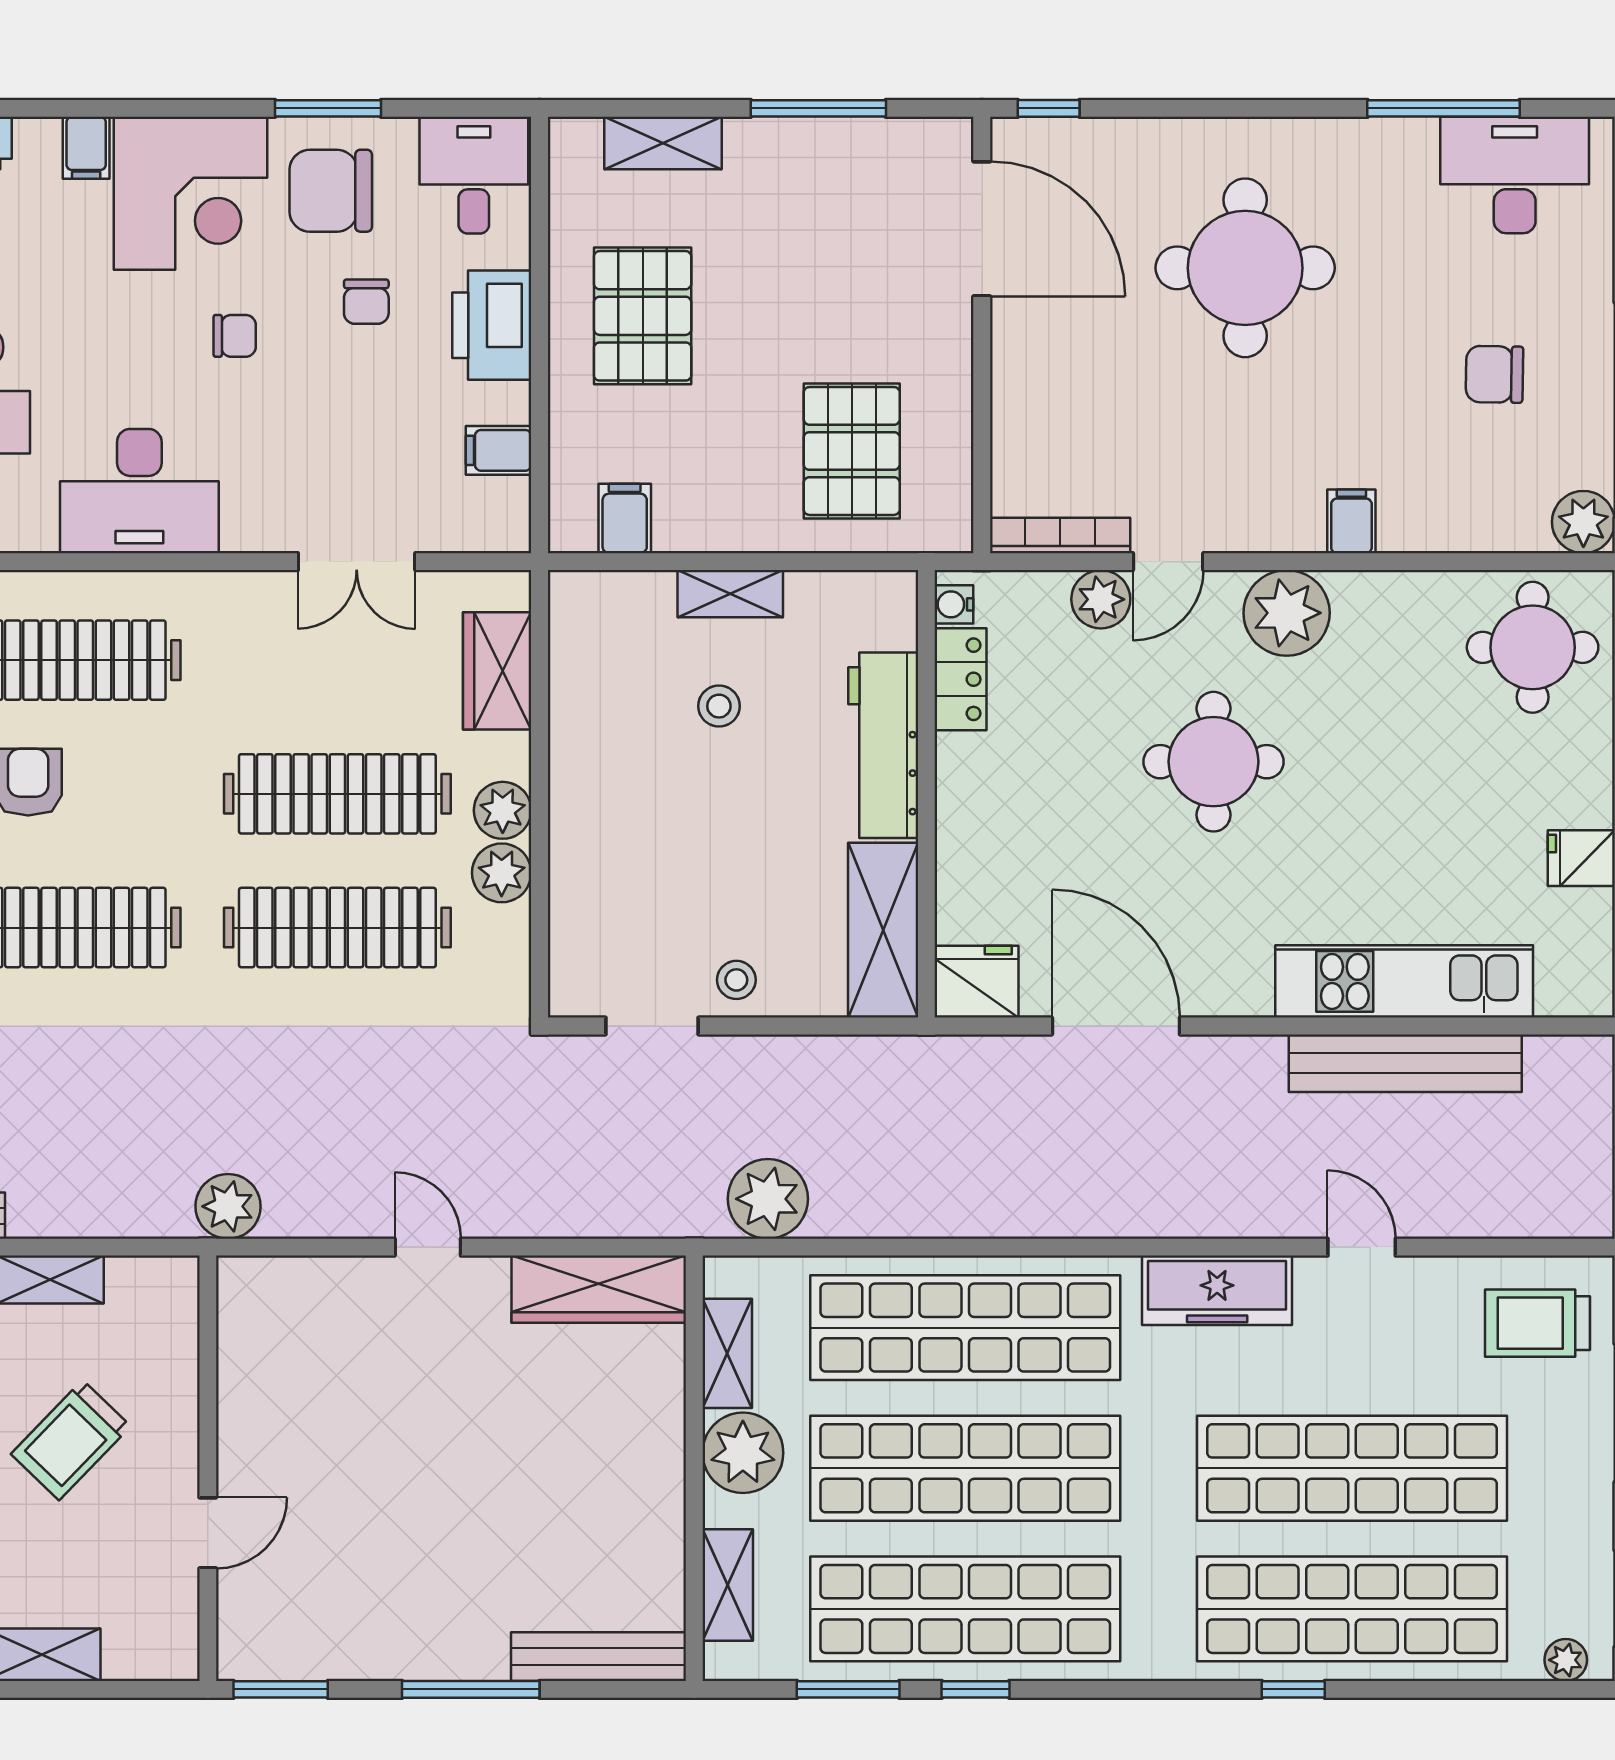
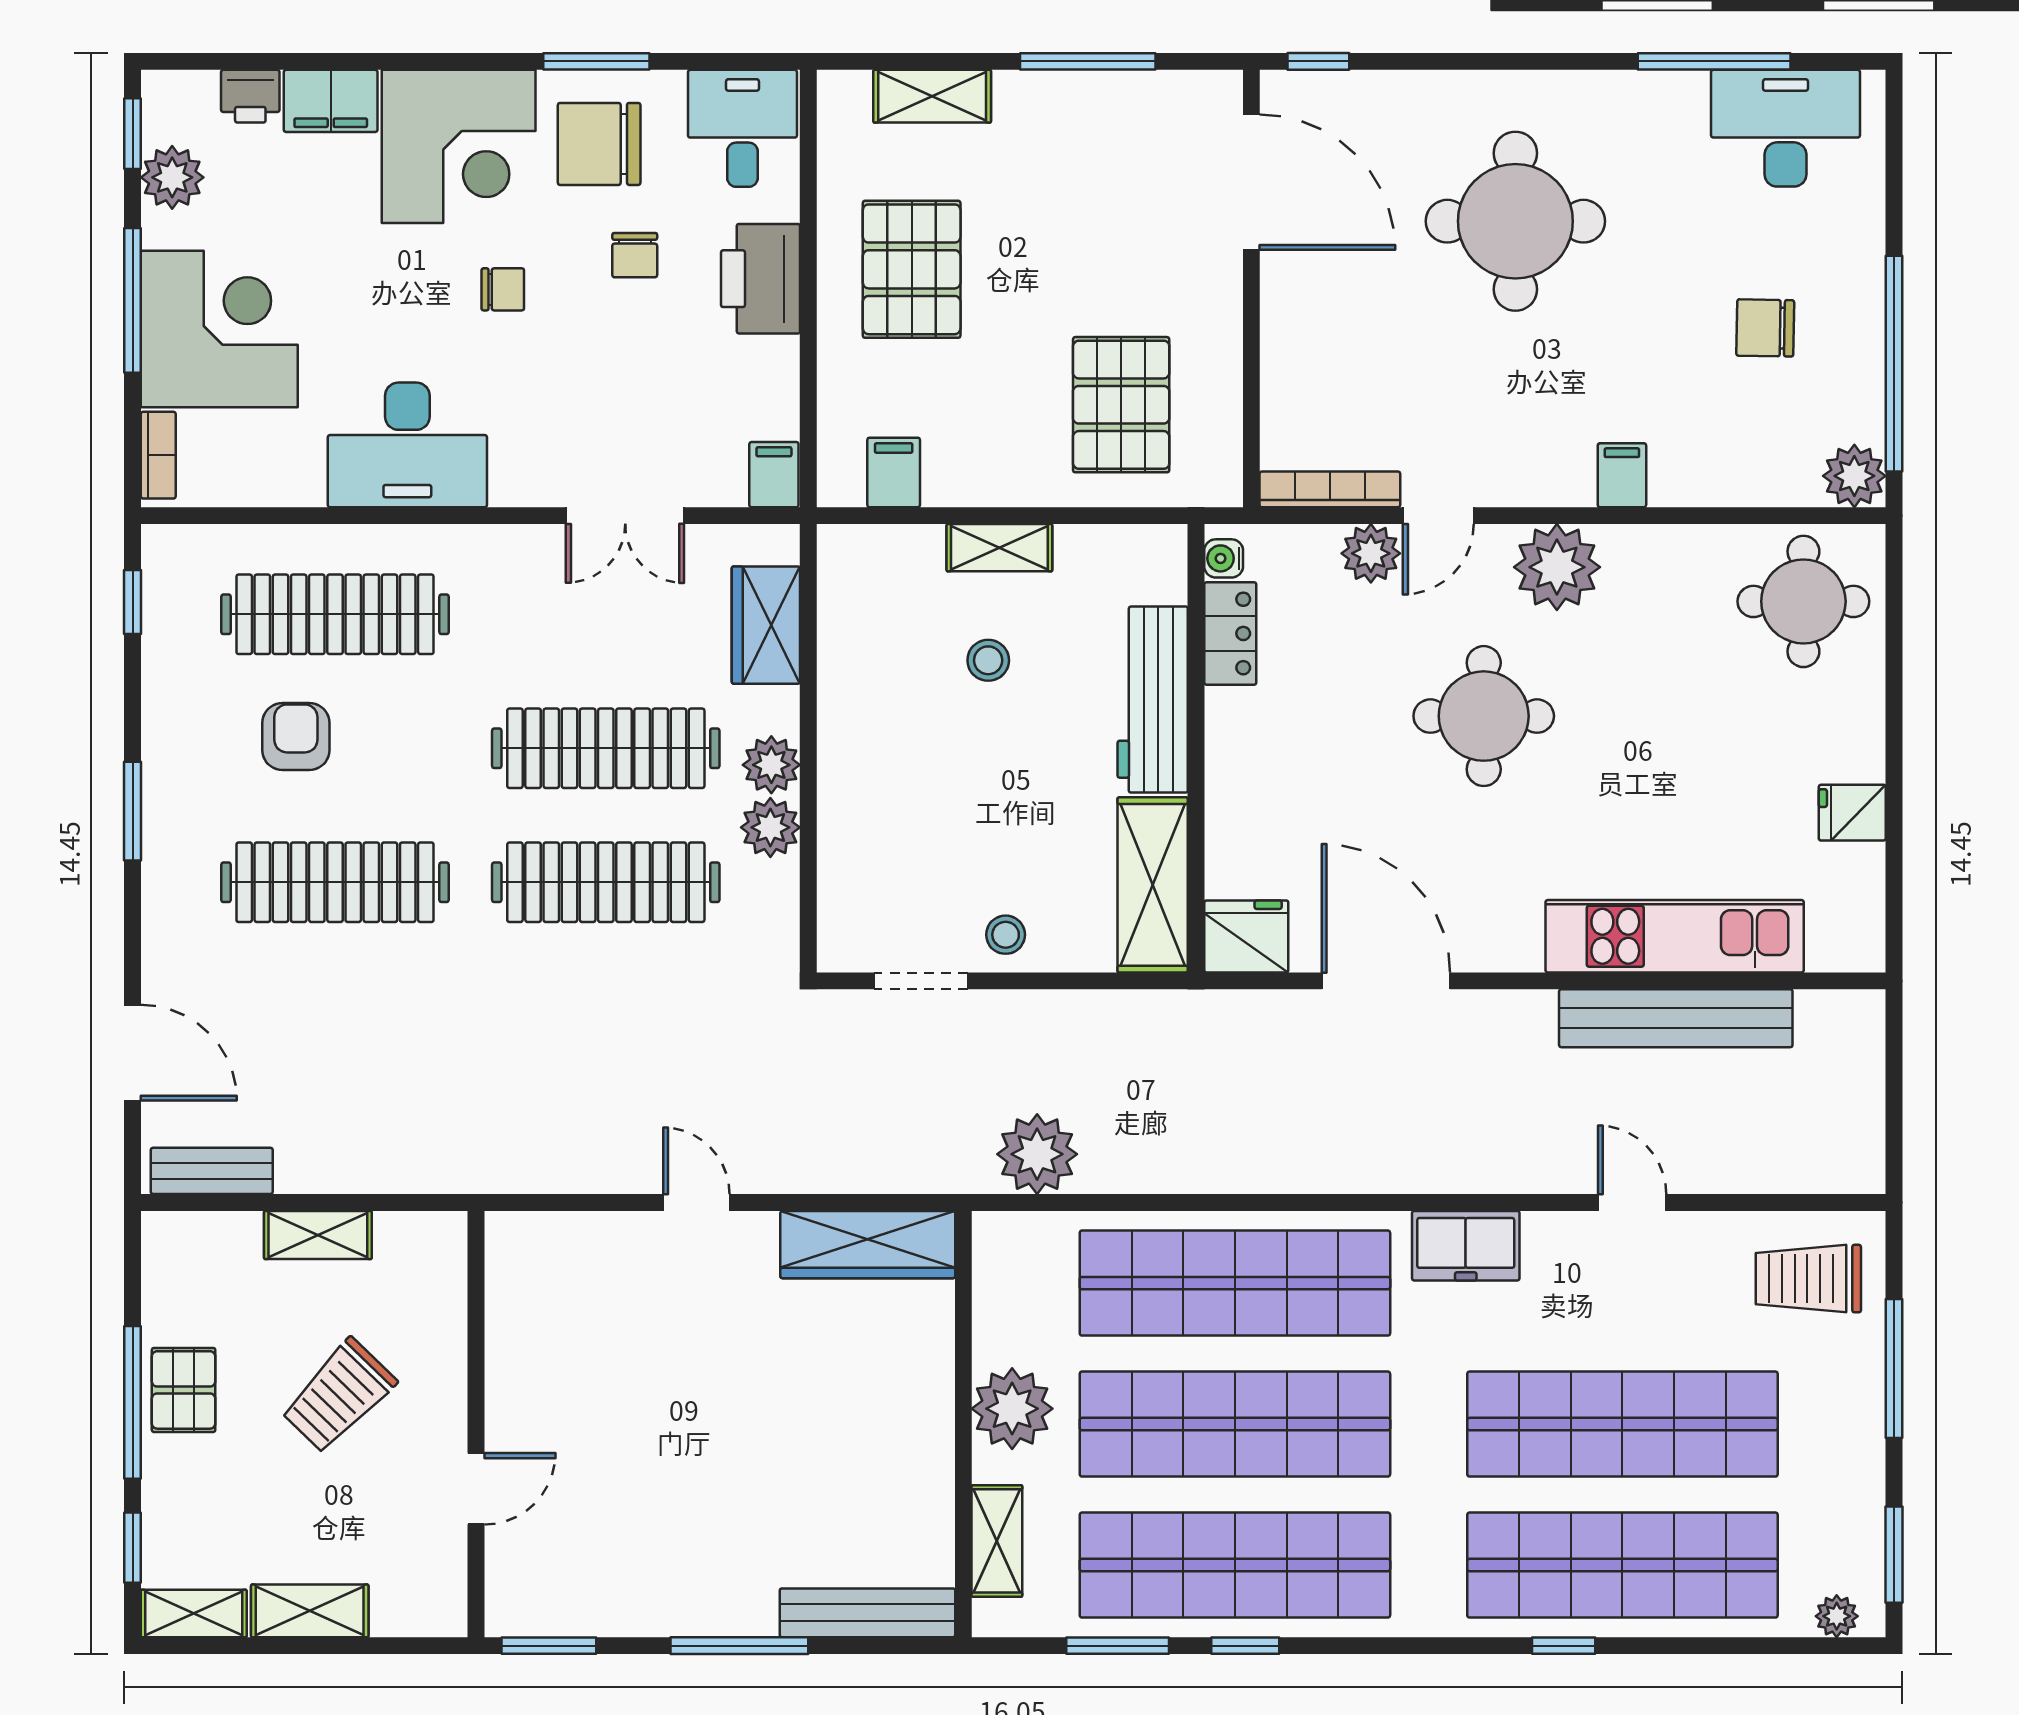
filing cabinet: (86, 148) -> (331, 101), width x2.00
filing cabinet: (499, 450) -> (774, 475), moved, turned 90
plant: (228, 1206) -> (496, 1162), removed
freezer: (1217, 1290) -> (1466, 1246), width x0.71
shelving: (727, 1353) -> (996, 1309), removed

